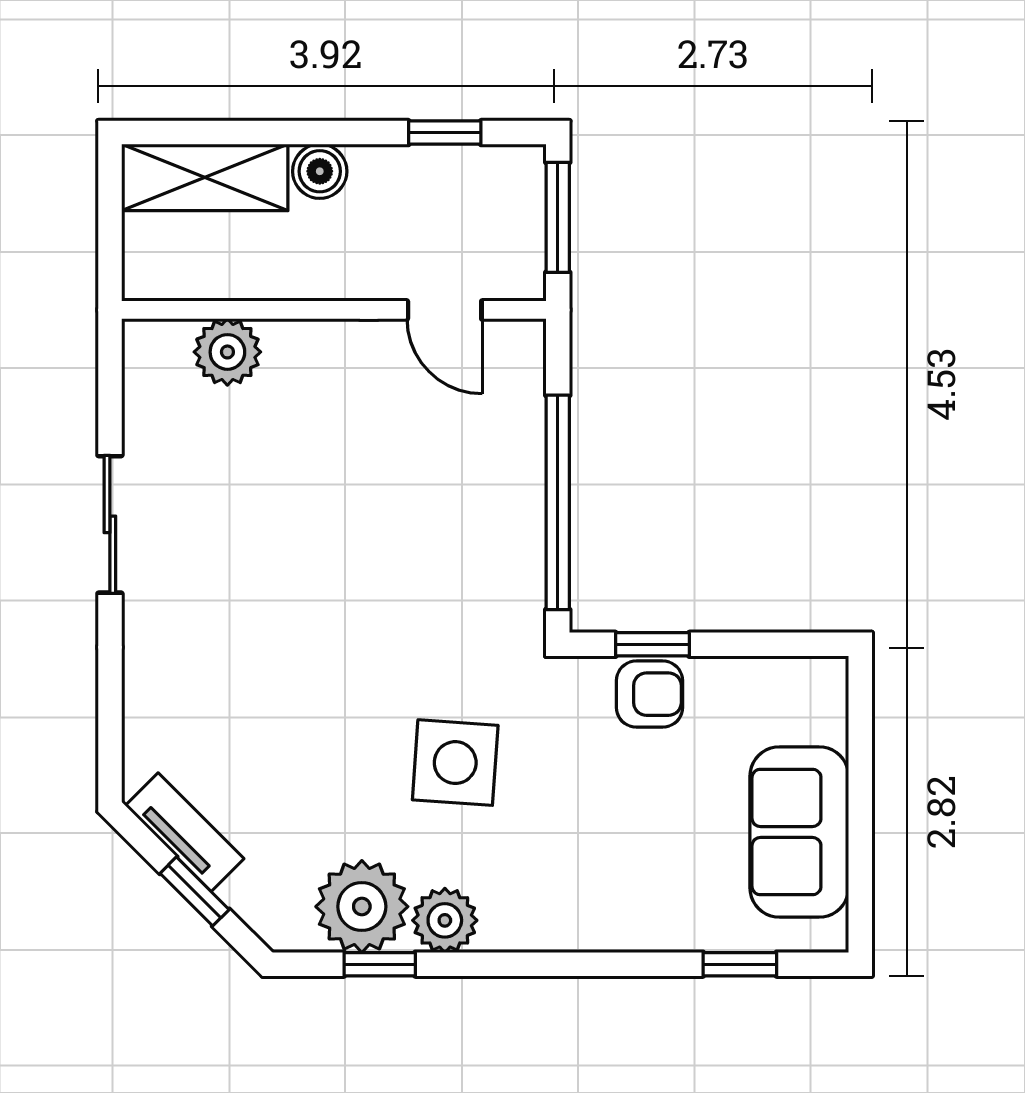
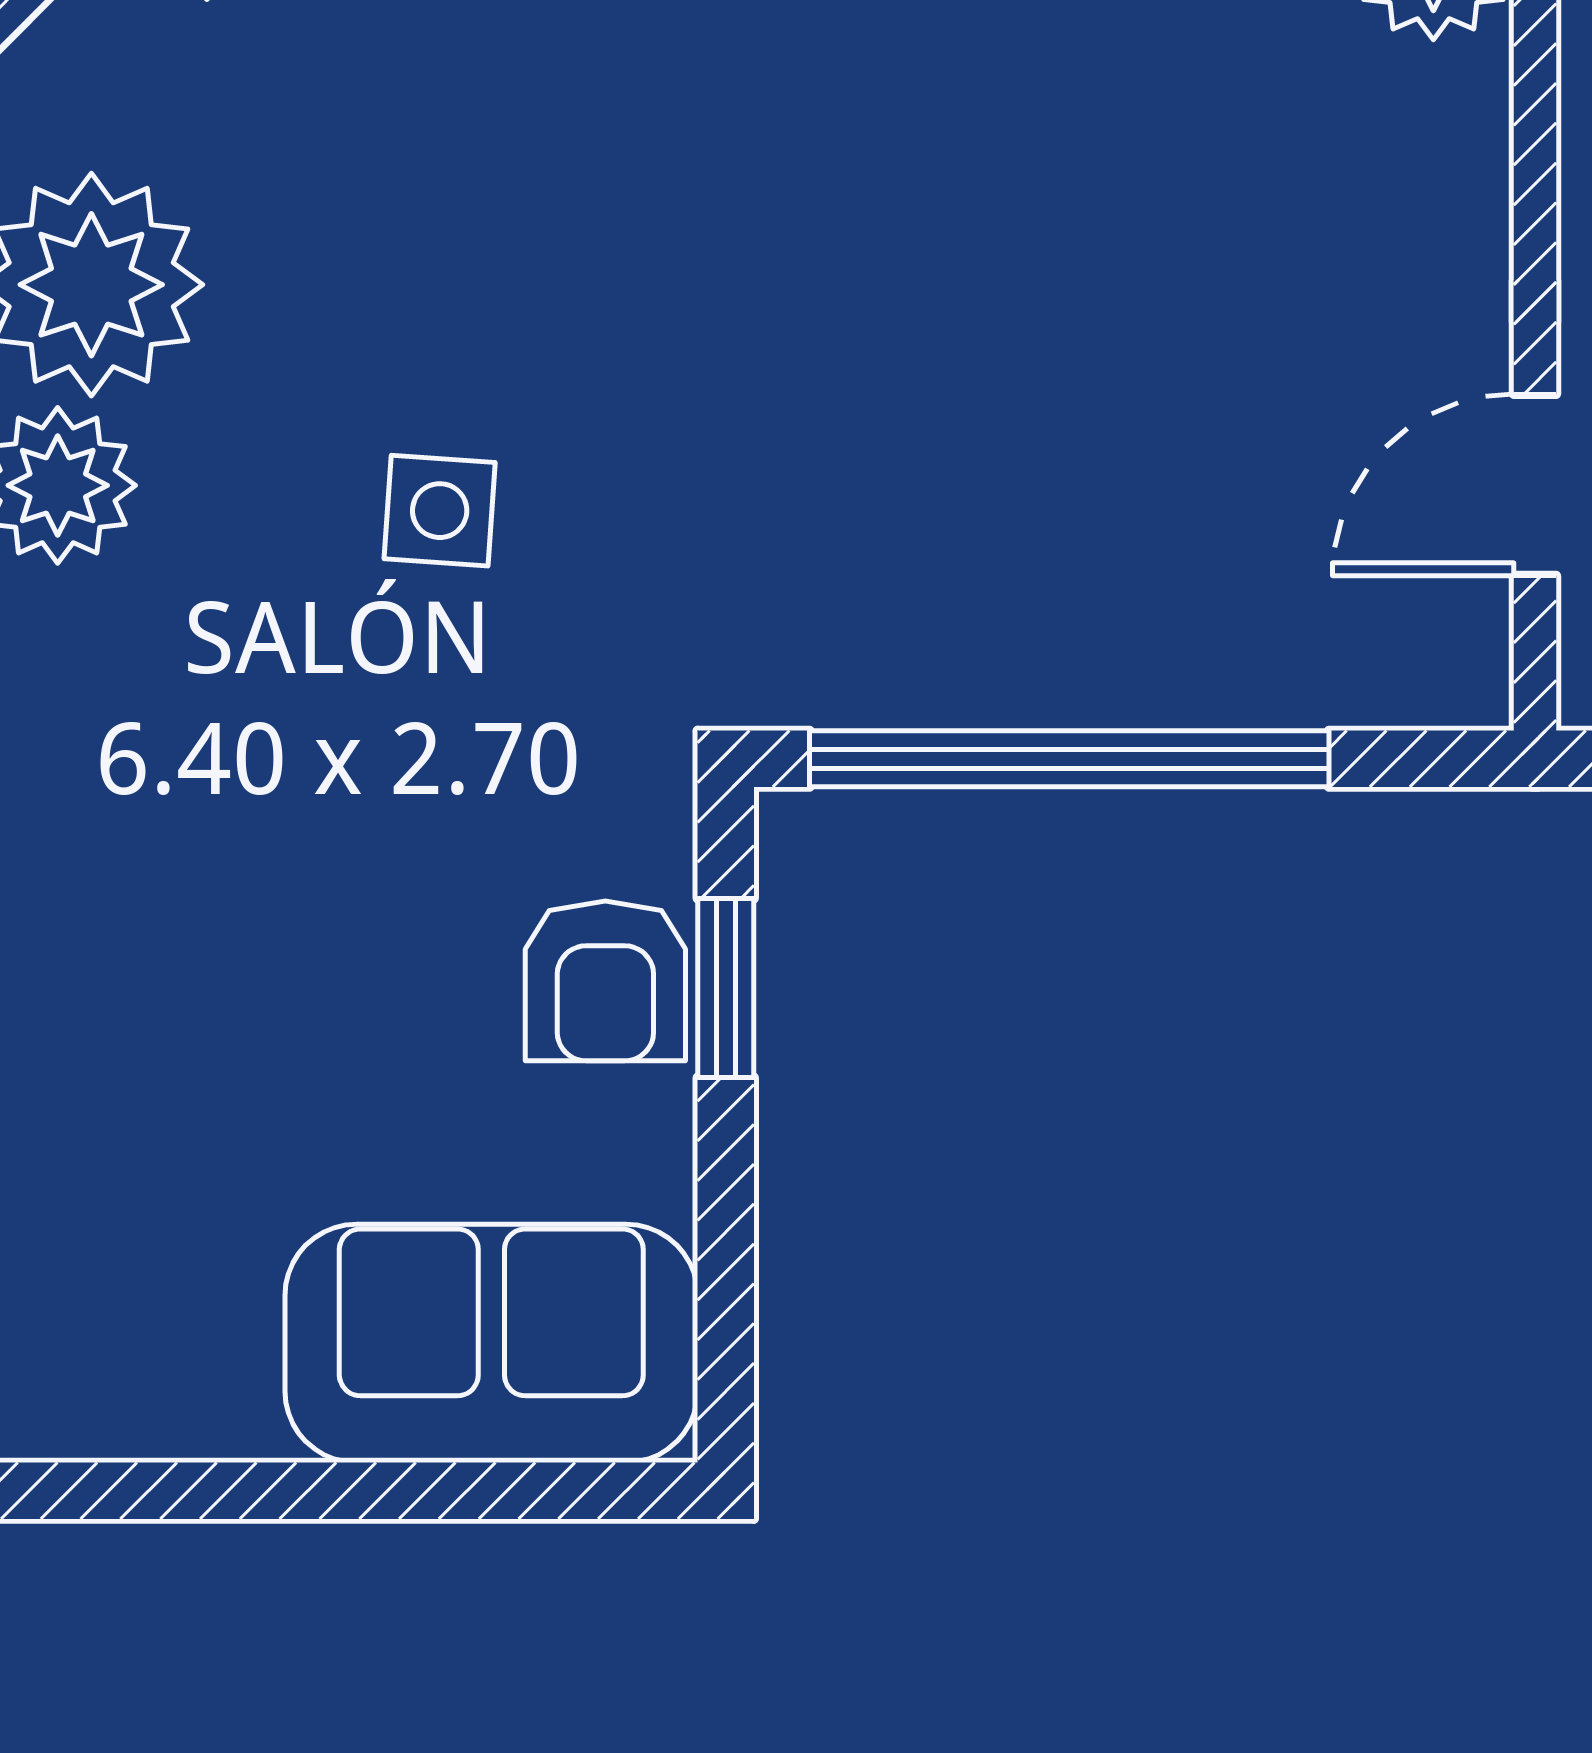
side table: (455, 763) -> (440, 511), width x0.54, depth x0.54
sofa: (799, 832) -> (491, 1343), moved

